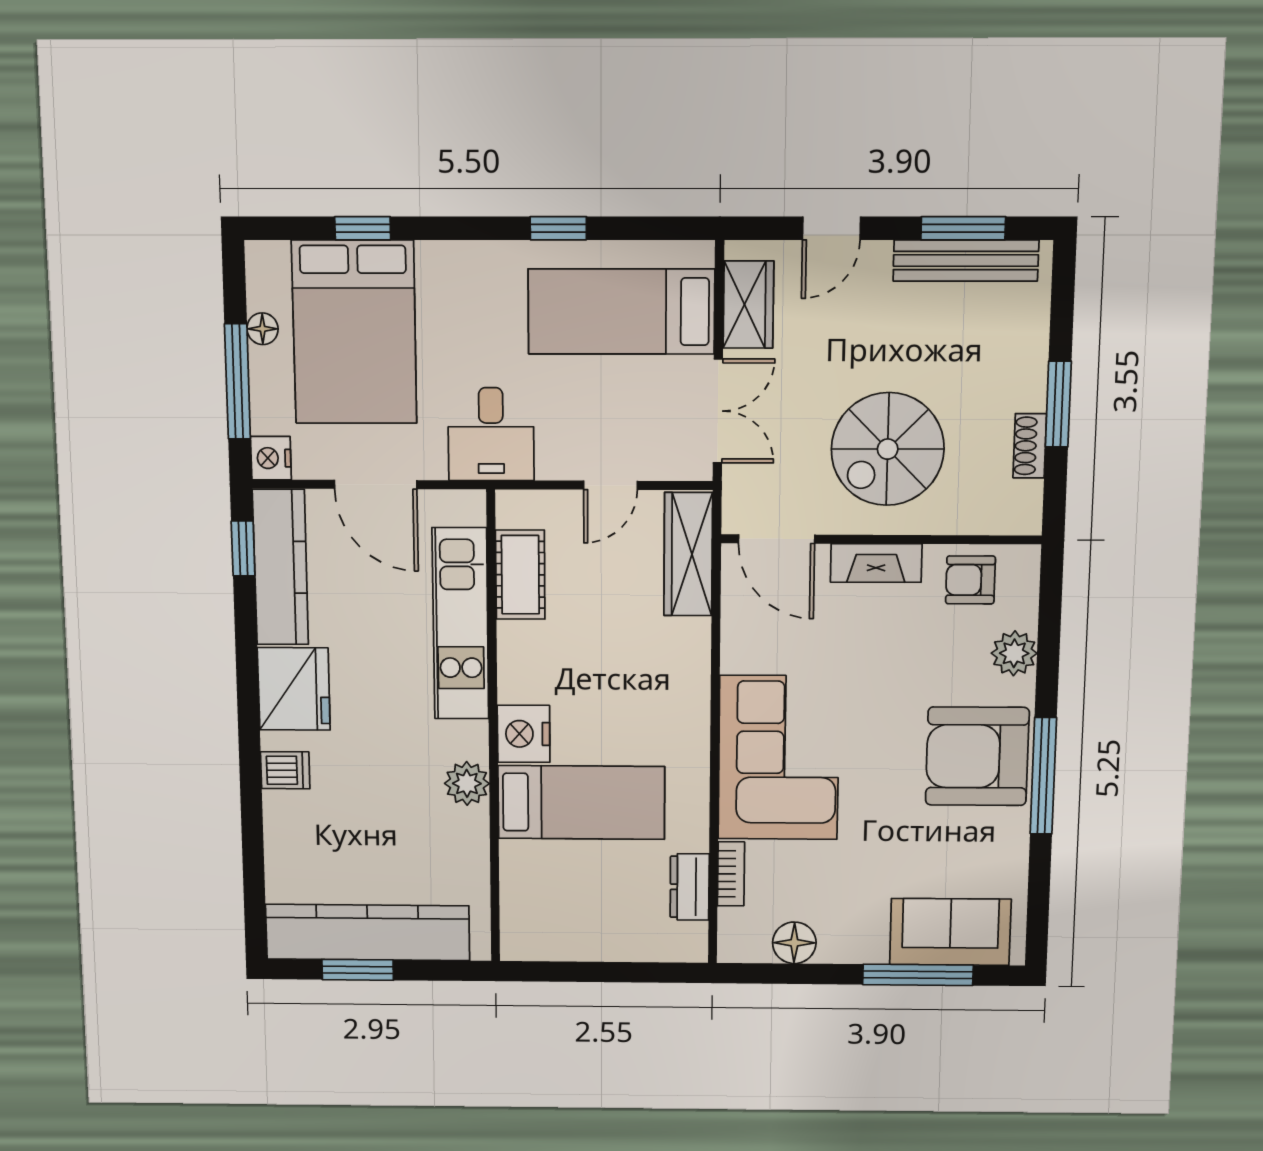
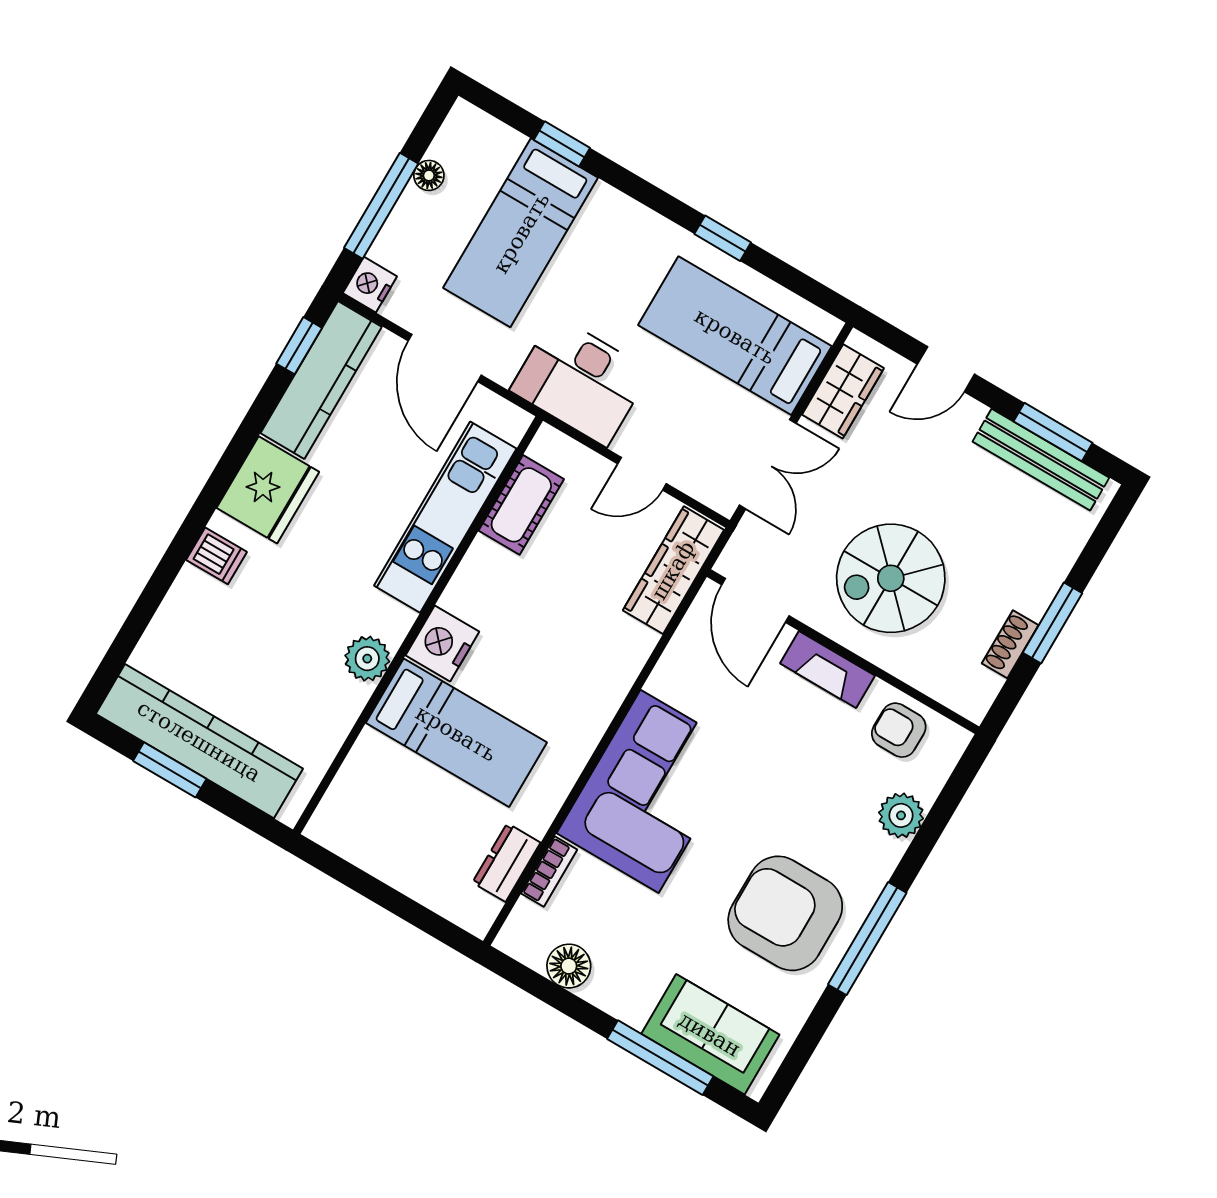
bed: (354, 332) -> (521, 233), width x0.67
desk: (491, 434) -> (580, 381), width x1.37
armchair: (977, 756) -> (785, 913), moved

